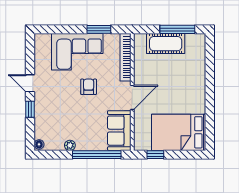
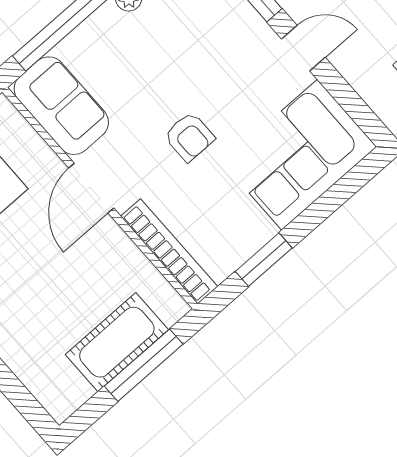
window: (177, 29) -> (144, 365), moved
corner sofa: (77, 52) -> (300, 155), moved

